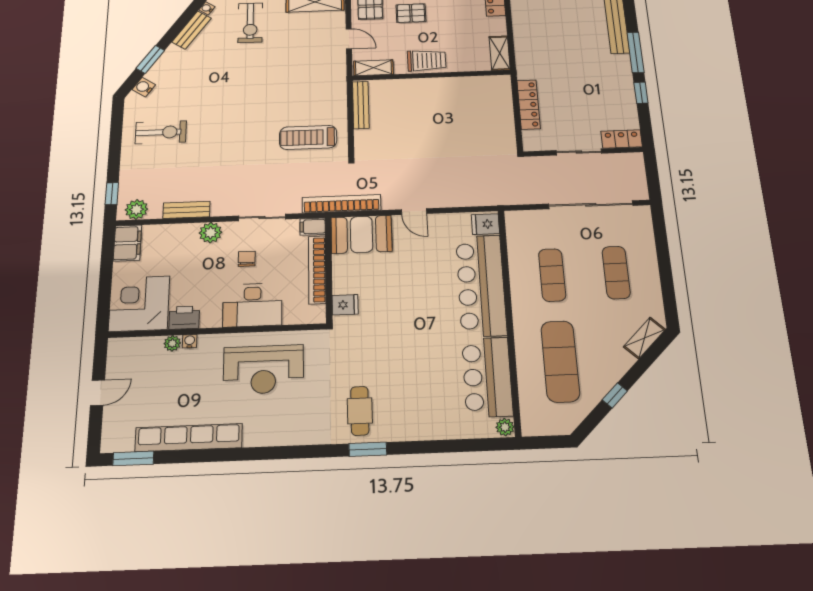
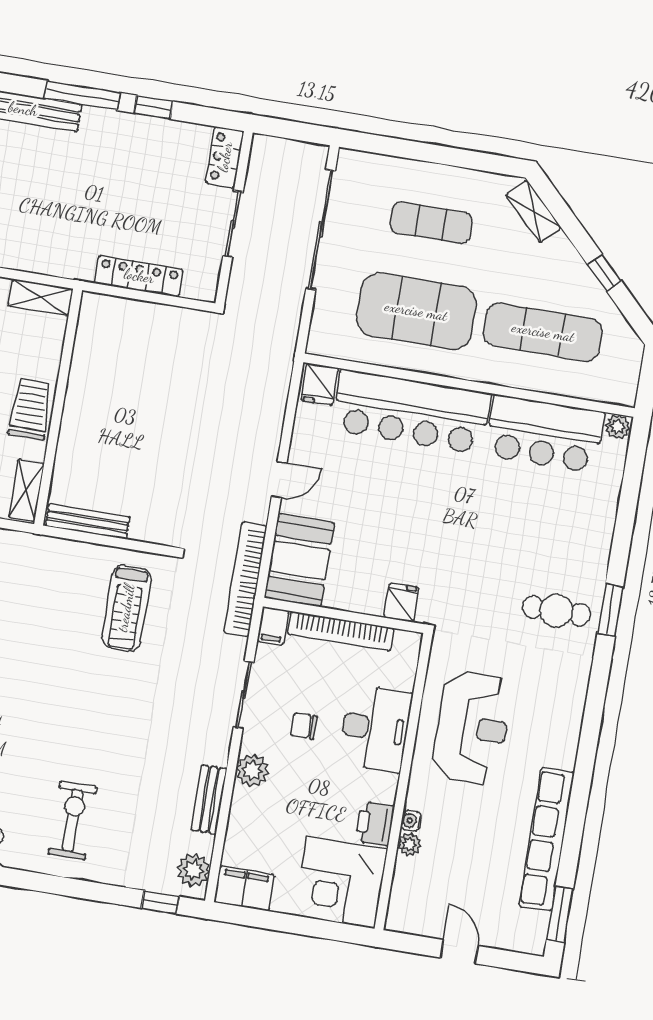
exercise mat: (552, 275) -> (416, 311), width x2.00, depth x1.45

